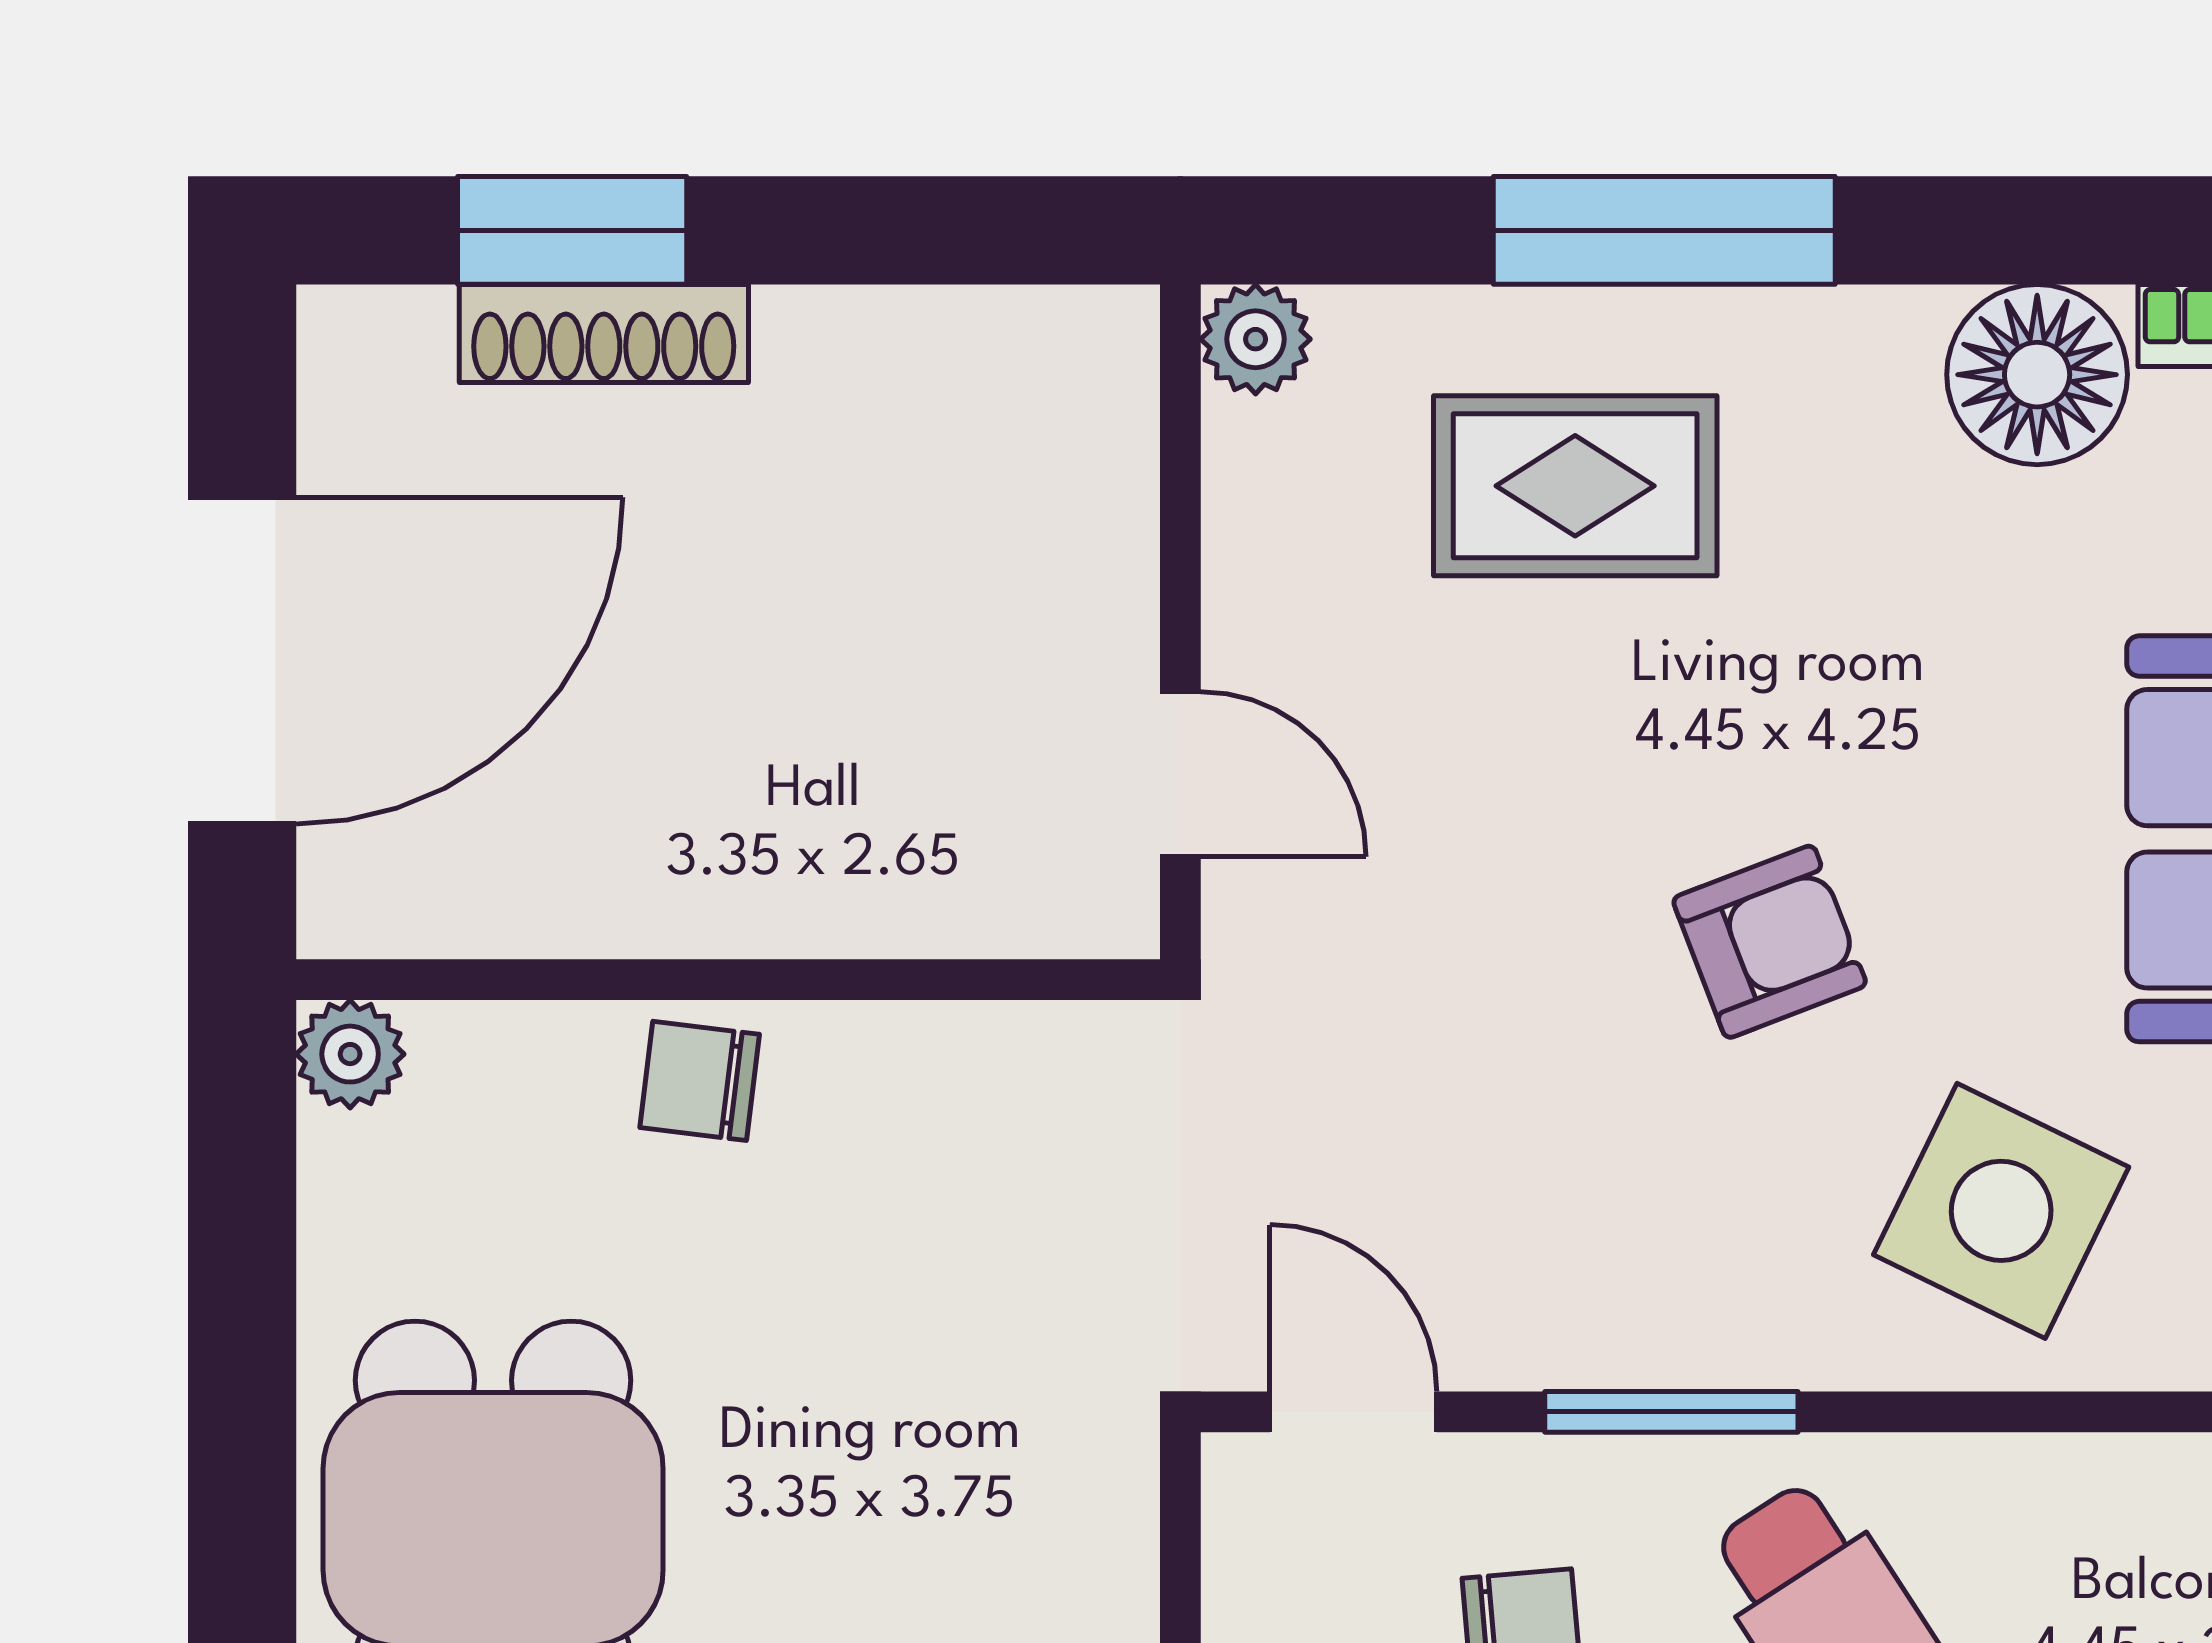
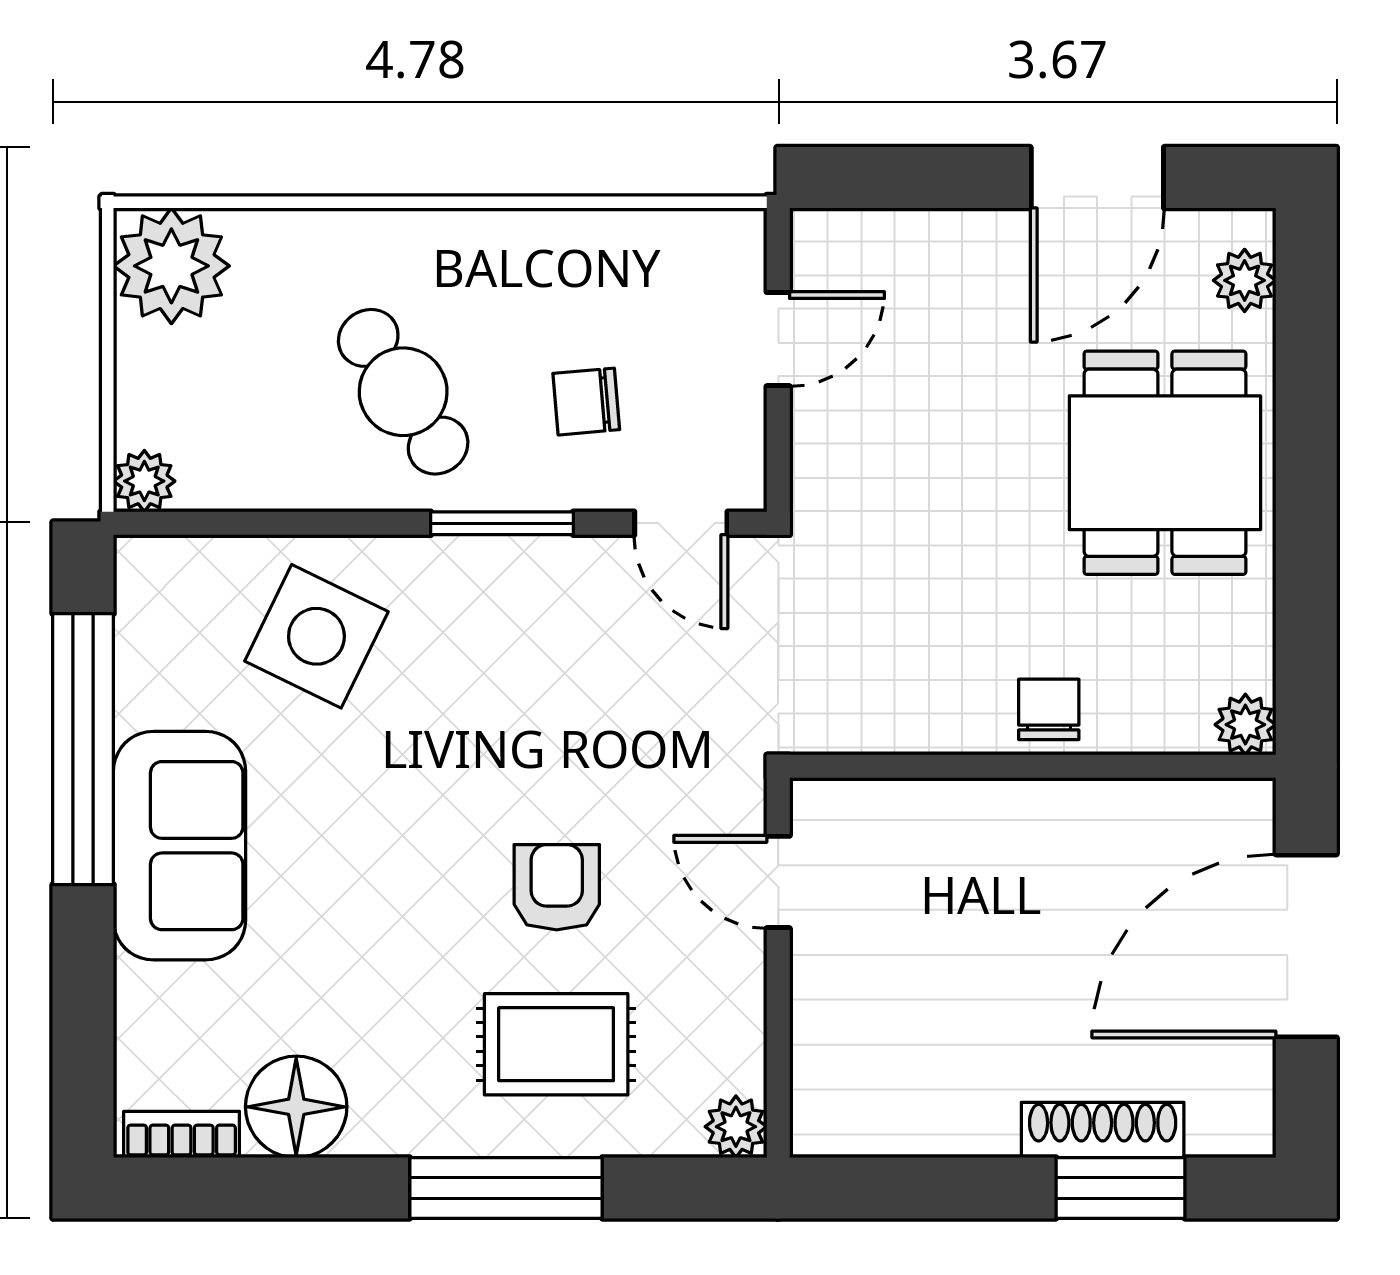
armchair: (1770, 942) -> (557, 887), moved, turned 111
chair: (700, 1081) -> (1049, 709), turned -97

